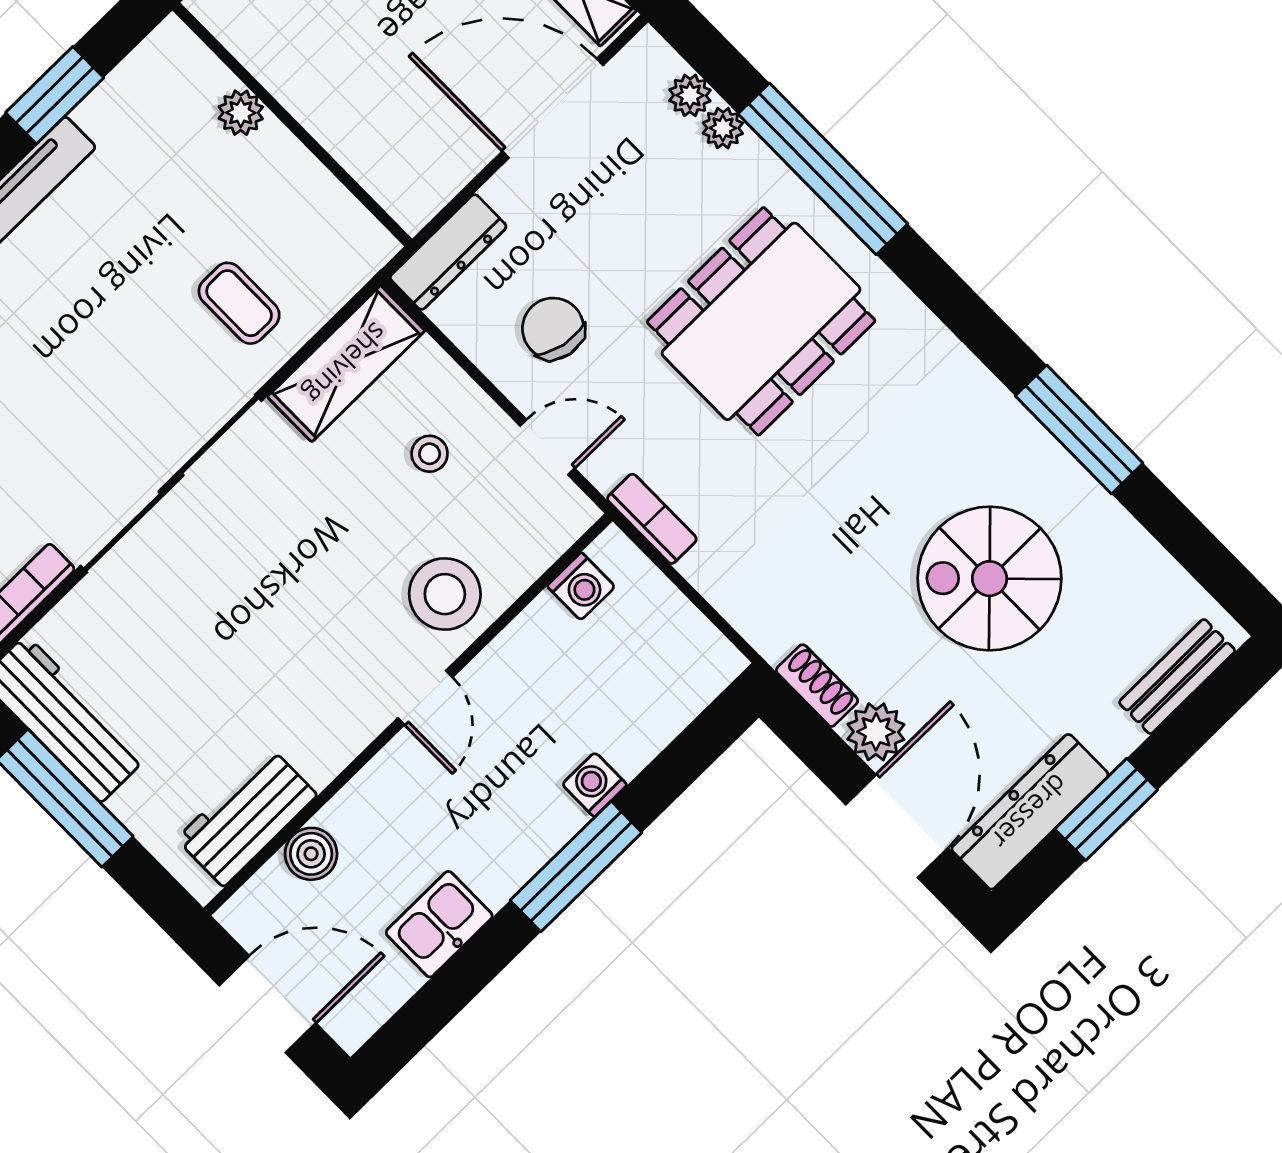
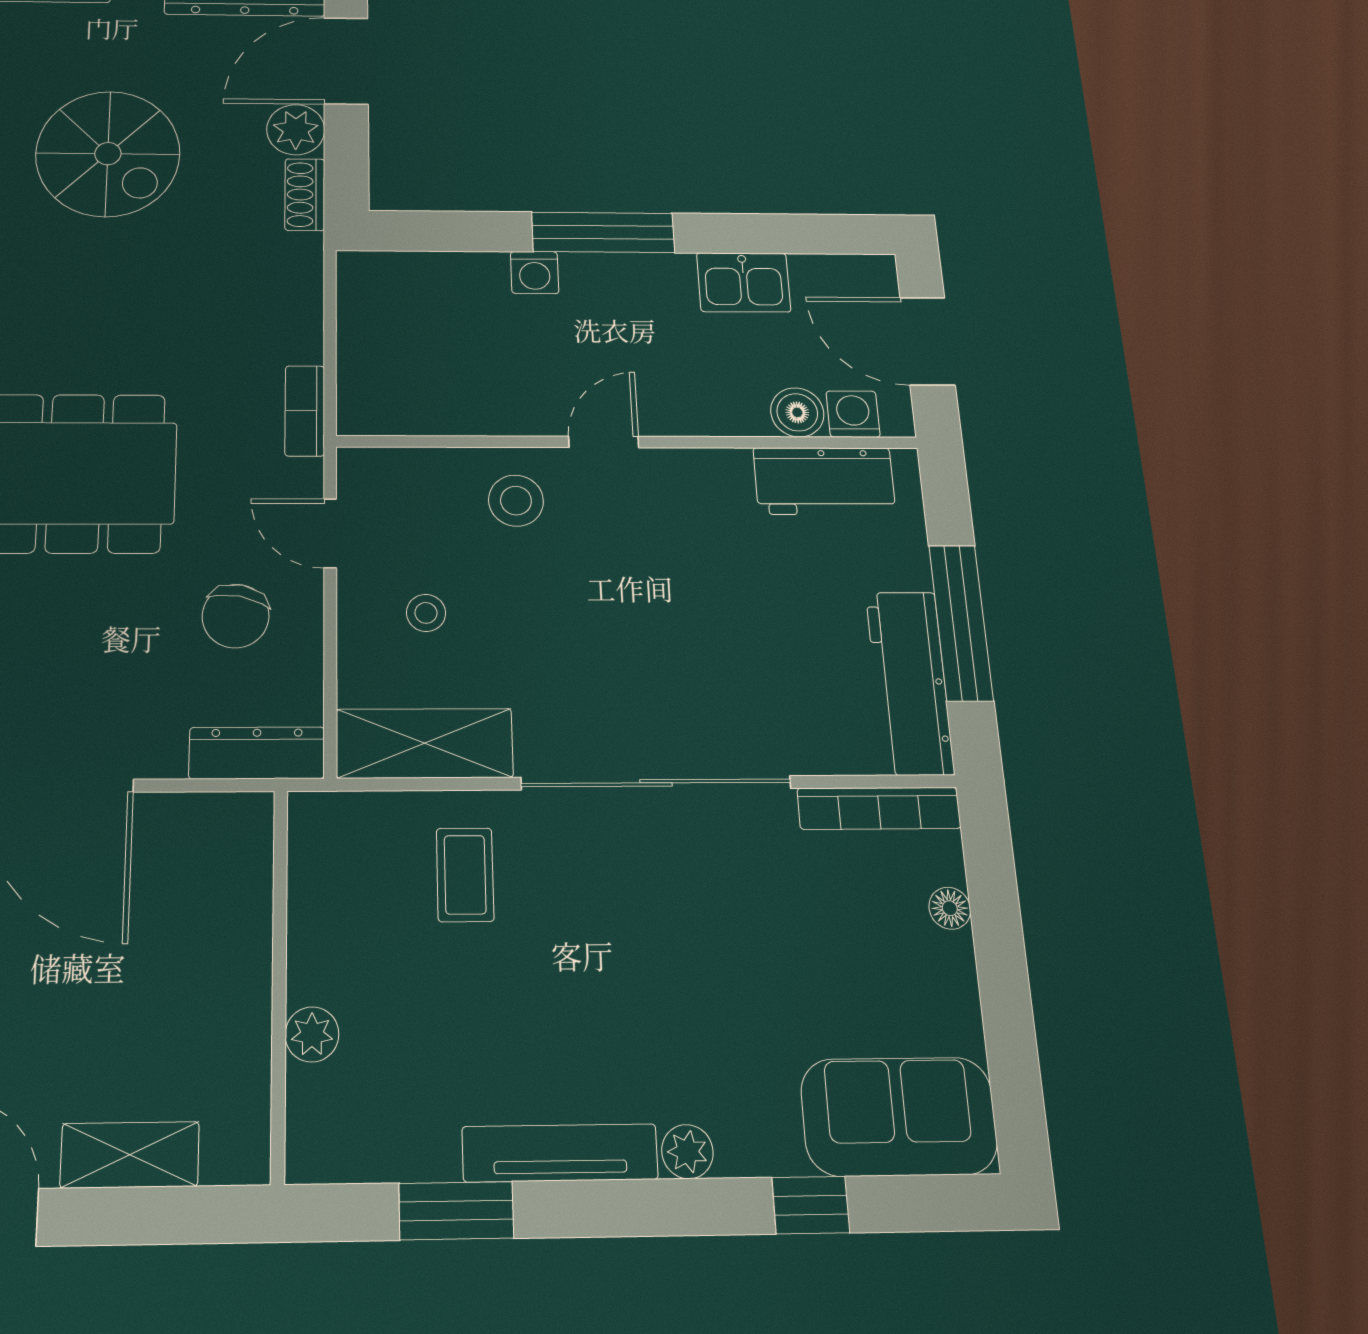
washing machine: (581, 586) -> (853, 414), moved
stool: (445, 594) -> (516, 501), width x0.73, depth x0.73

